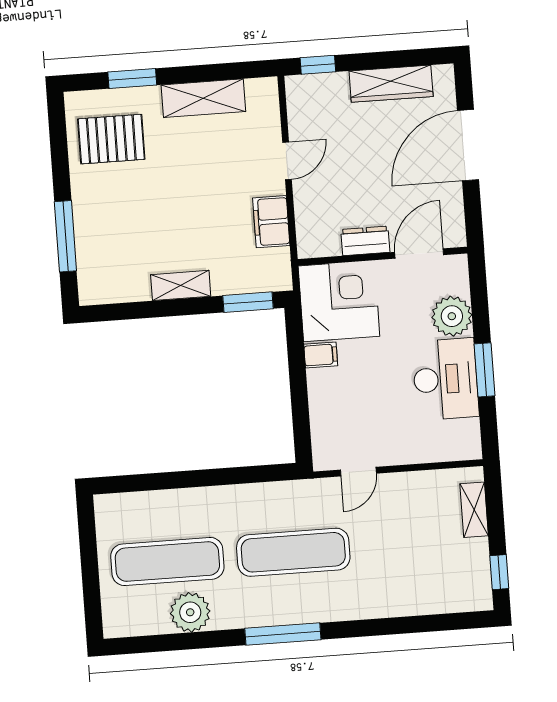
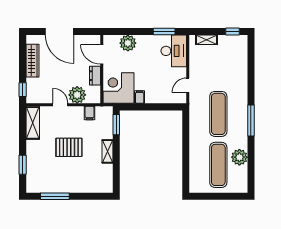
shelving: (203, 98) -> (33, 123), moved
pallet: (111, 139) -> (69, 147), moved, turned 90
plant: (315, 200) -> (77, 95), added
filing cabinet: (271, 222) -> (90, 113), width x0.50
window: (65, 236) -> (55, 196), moved
window: (484, 370) -> (164, 31), moved
desk: (445, 379) -> (174, 51), moved, turned 90
door: (358, 472) -> (188, 85), swing flipped

